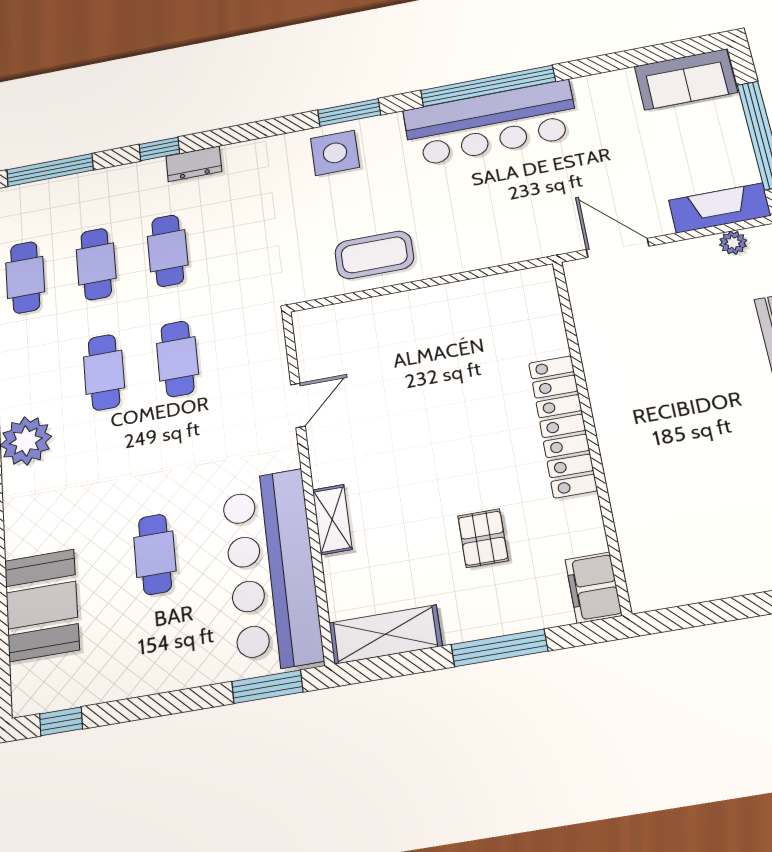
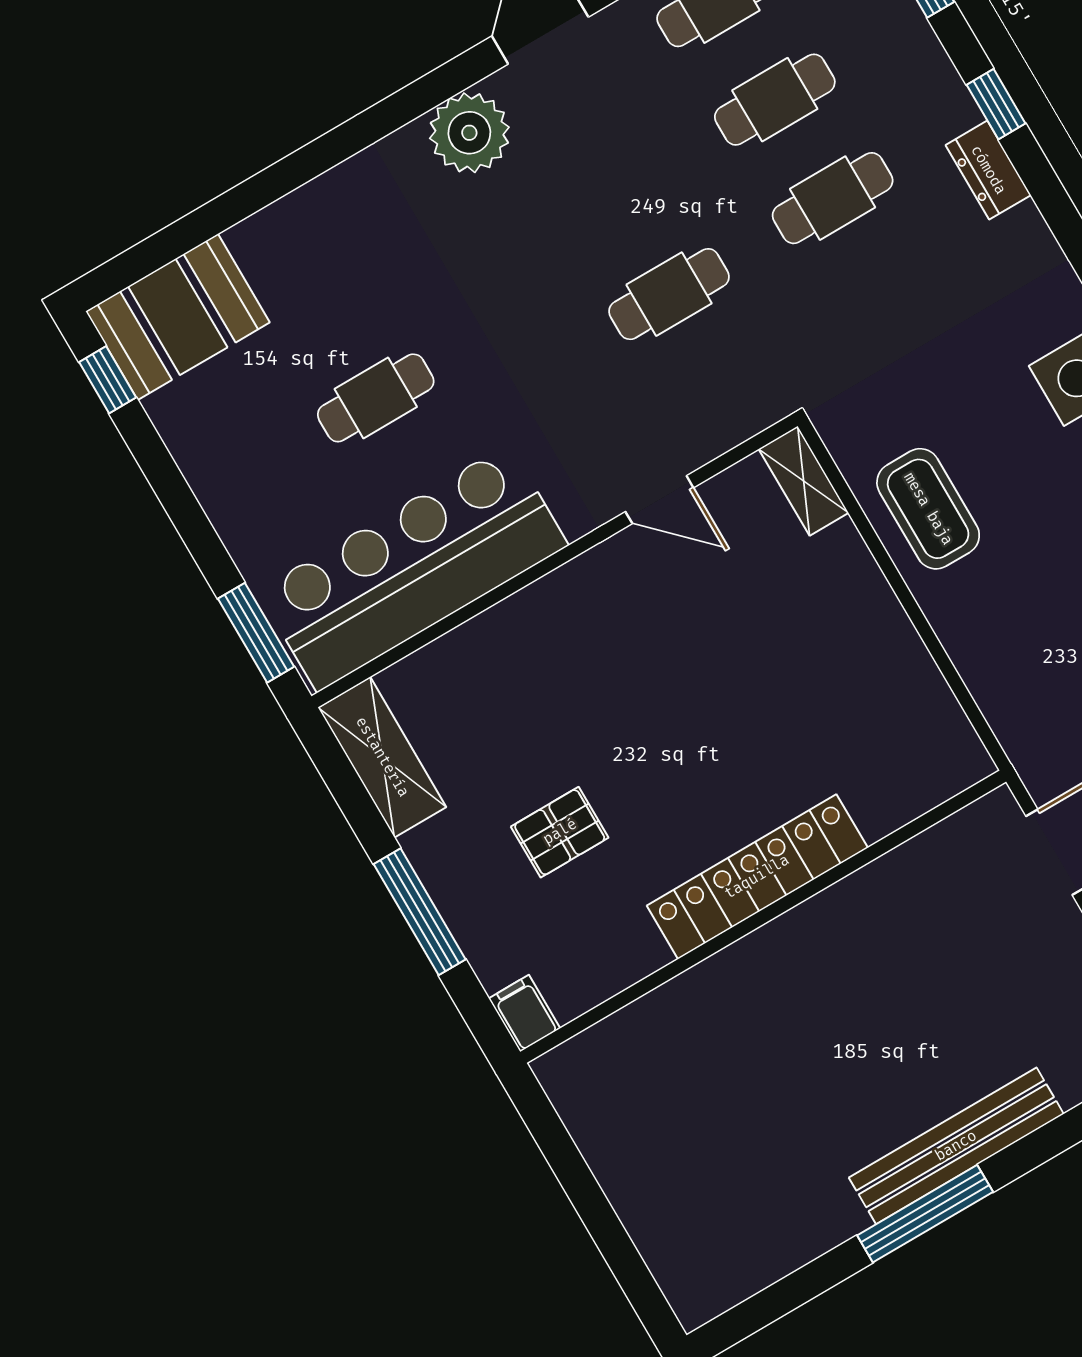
cafe table: (104, 372) -> (611, 196), removed
shelving: (332, 520) -> (804, 481), moved, turned 90
filing cabinet: (594, 588) -> (525, 1013), width x0.50
booth: (42, 605) -> (178, 317), moved

